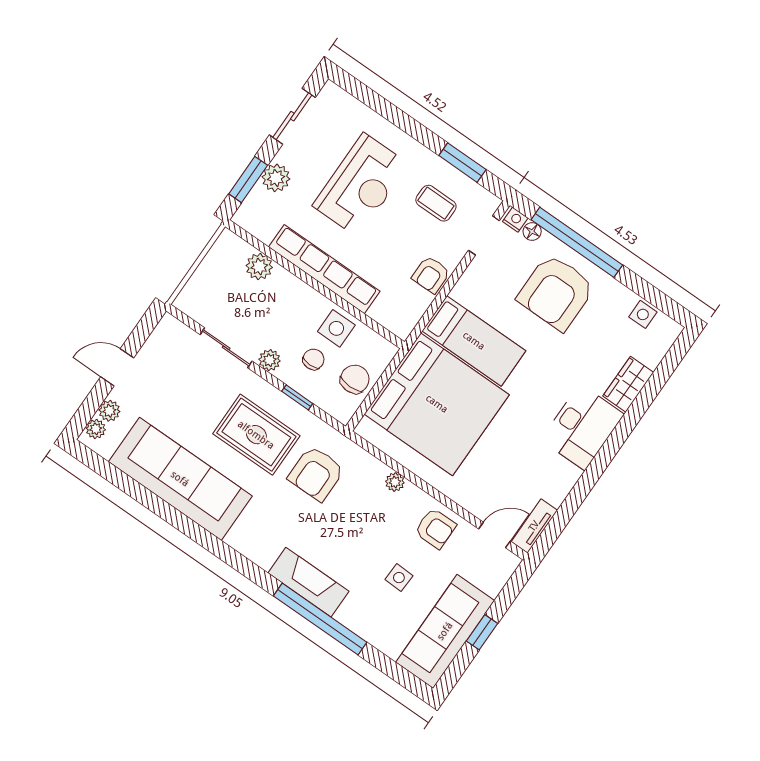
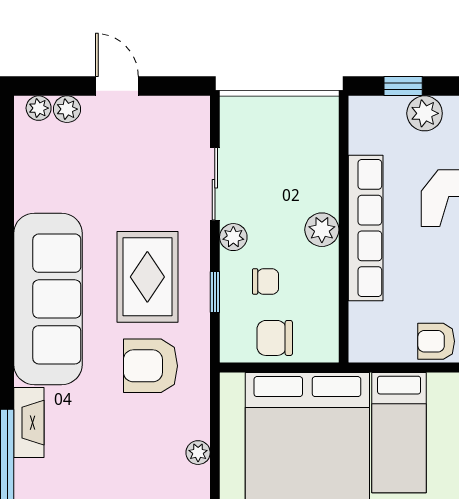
window: (248, 180) -> (403, 86), width x0.67
plant: (259, 266) -> (322, 230), moved
side table: (336, 328) -> (314, 283), removed
chair: (355, 379) -> (275, 338), turned 180
sofa: (180, 479) -> (48, 299), moved
fireplace: (308, 582) -> (29, 423), width x0.73, depth x0.76

